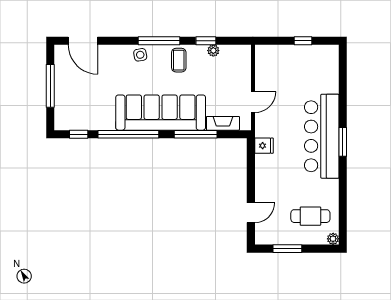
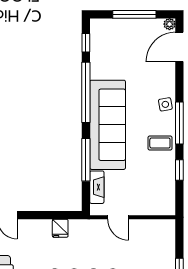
plant: (213, 51) -> (170, 24), moved
fridge: (264, 146) -> (60, 228), moved

